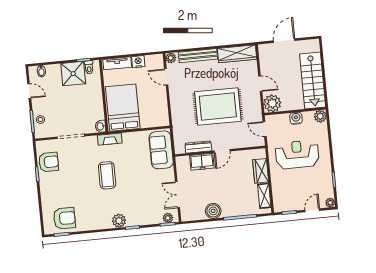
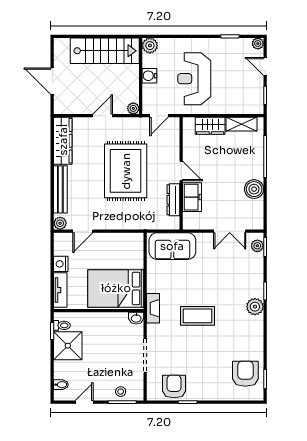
plant: (272, 103) -> (133, 108), width x0.53, depth x0.53

